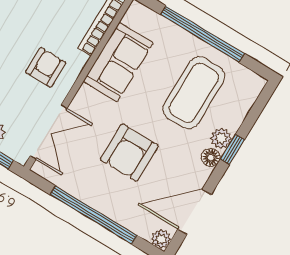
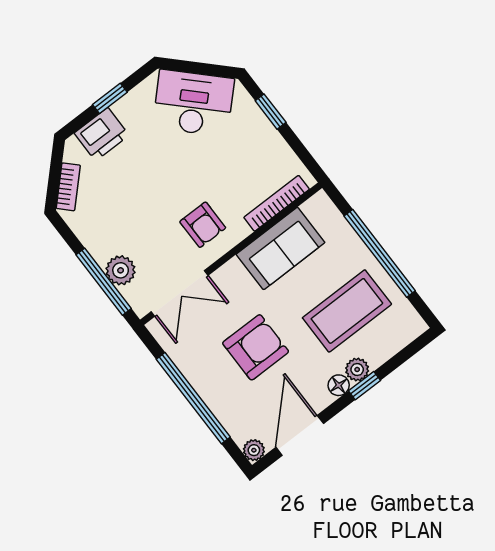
armchair: (46, 67) -> (203, 225), turned 90
armchair: (129, 153) -> (256, 347), turned 180
door: (194, 212) -> (300, 435), hinge flipped

